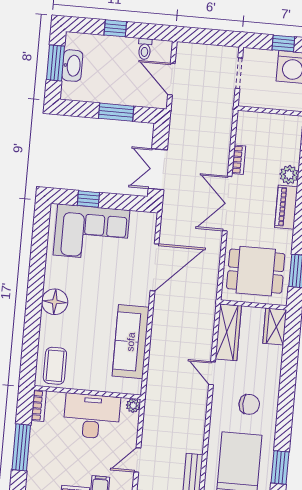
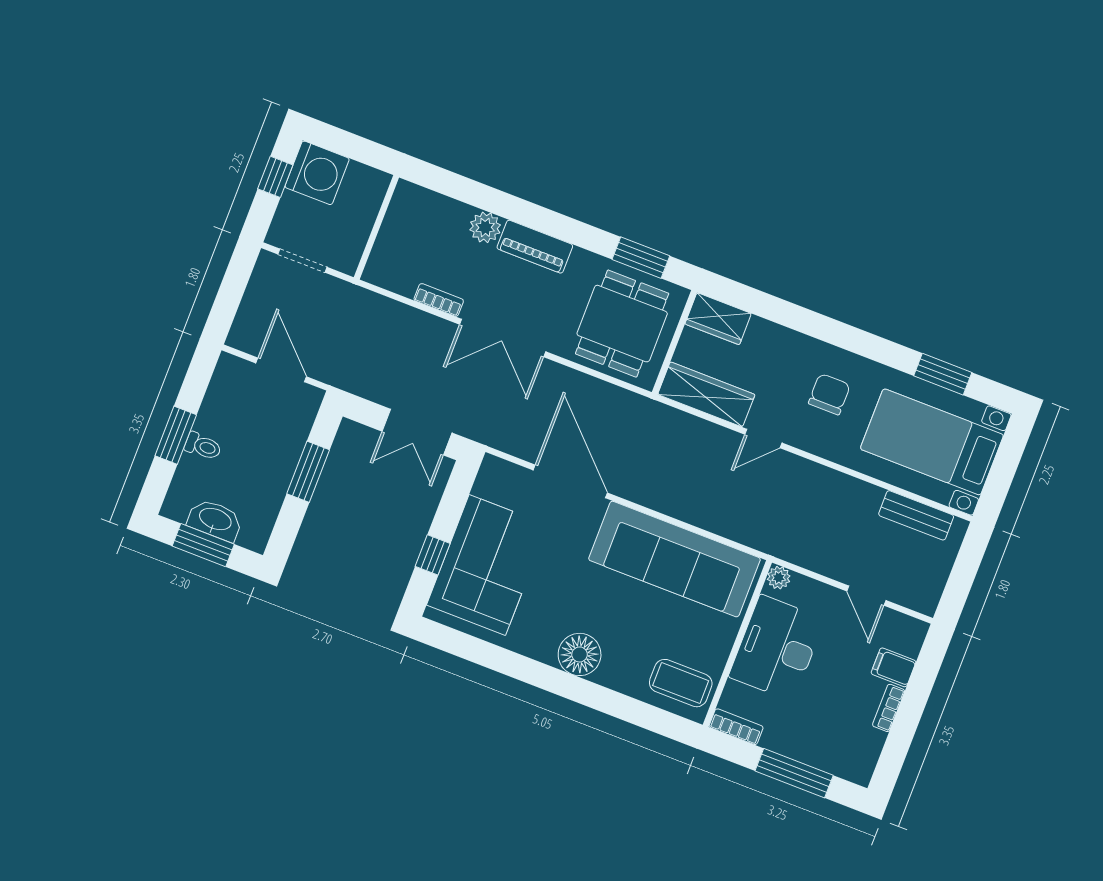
window: (115, 28) -> (176, 435), width x1.50
toilet: (145, 49) -> (203, 446), moved
door: (171, 79) -> (281, 370), swing flipped
sofa: (131, 342) -> (674, 559), width x1.36, depth x1.27

